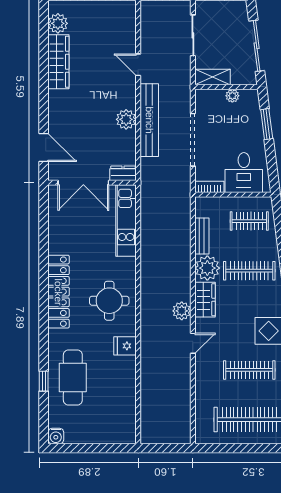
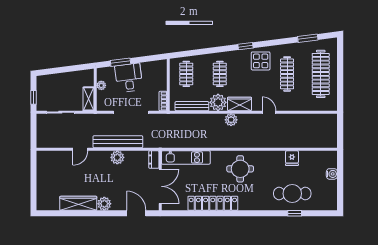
plant: (58, 23) -> (104, 204), moved
sliding door: (257, 46) -> (67, 69), removed
door: (44, 148) -> (136, 213), hinge flipped
desk: (244, 173) -> (129, 78), moved, turned -97
bench: (202, 236) -> (192, 106), width x1.36
clothes rail: (249, 271) -> (220, 74), width x0.73
locker: (58, 292) -> (213, 203), moved
plant: (182, 311) -> (231, 120), moved
fridge: (125, 346) -> (292, 158), moved
water cooler: (56, 436) -> (332, 174), moved

